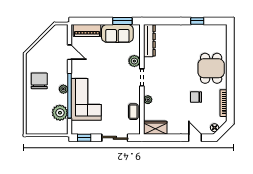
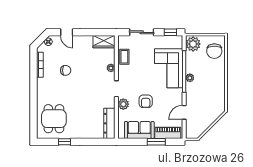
window: (122, 21) -> (156, 142), moved
door: (70, 52) -> (184, 112), hinge flipped
armchair: (111, 64) -> (146, 101), added
dining table: (211, 68) -> (54, 119), moved
chair: (39, 81) -> (214, 51), moved
plant: (60, 113) -> (193, 44), moved

